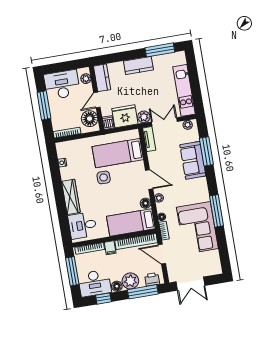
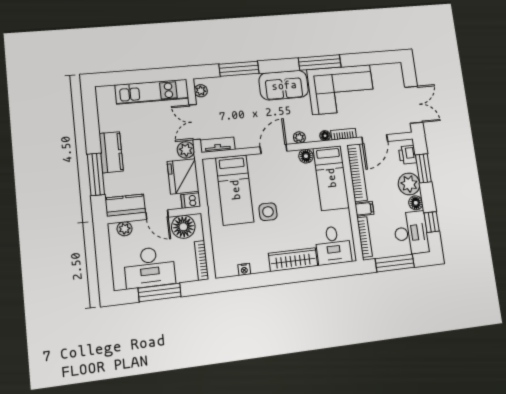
window: (160, 50) -> (96, 174), moved
desk: (62, 85) -> (150, 267), moved, turned -90
sofa: (193, 160) -> (284, 85), moved
window: (143, 292) -> (423, 168), width x0.69

